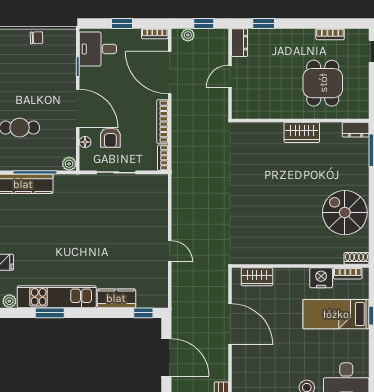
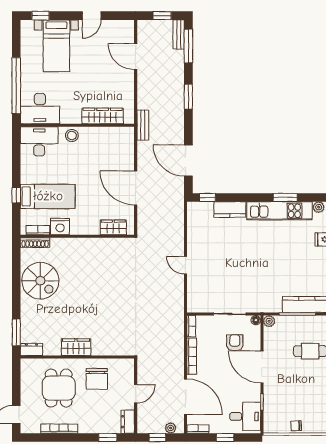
bookcase: (330, 34) -> (59, 429), width x1.56
chair: (277, 94) -> (97, 379), added
floor lamp: (85, 142) -> (256, 320), moved
door: (170, 251) -> (186, 265), moved
shoe rack: (356, 258) -> (35, 243), width x1.43

